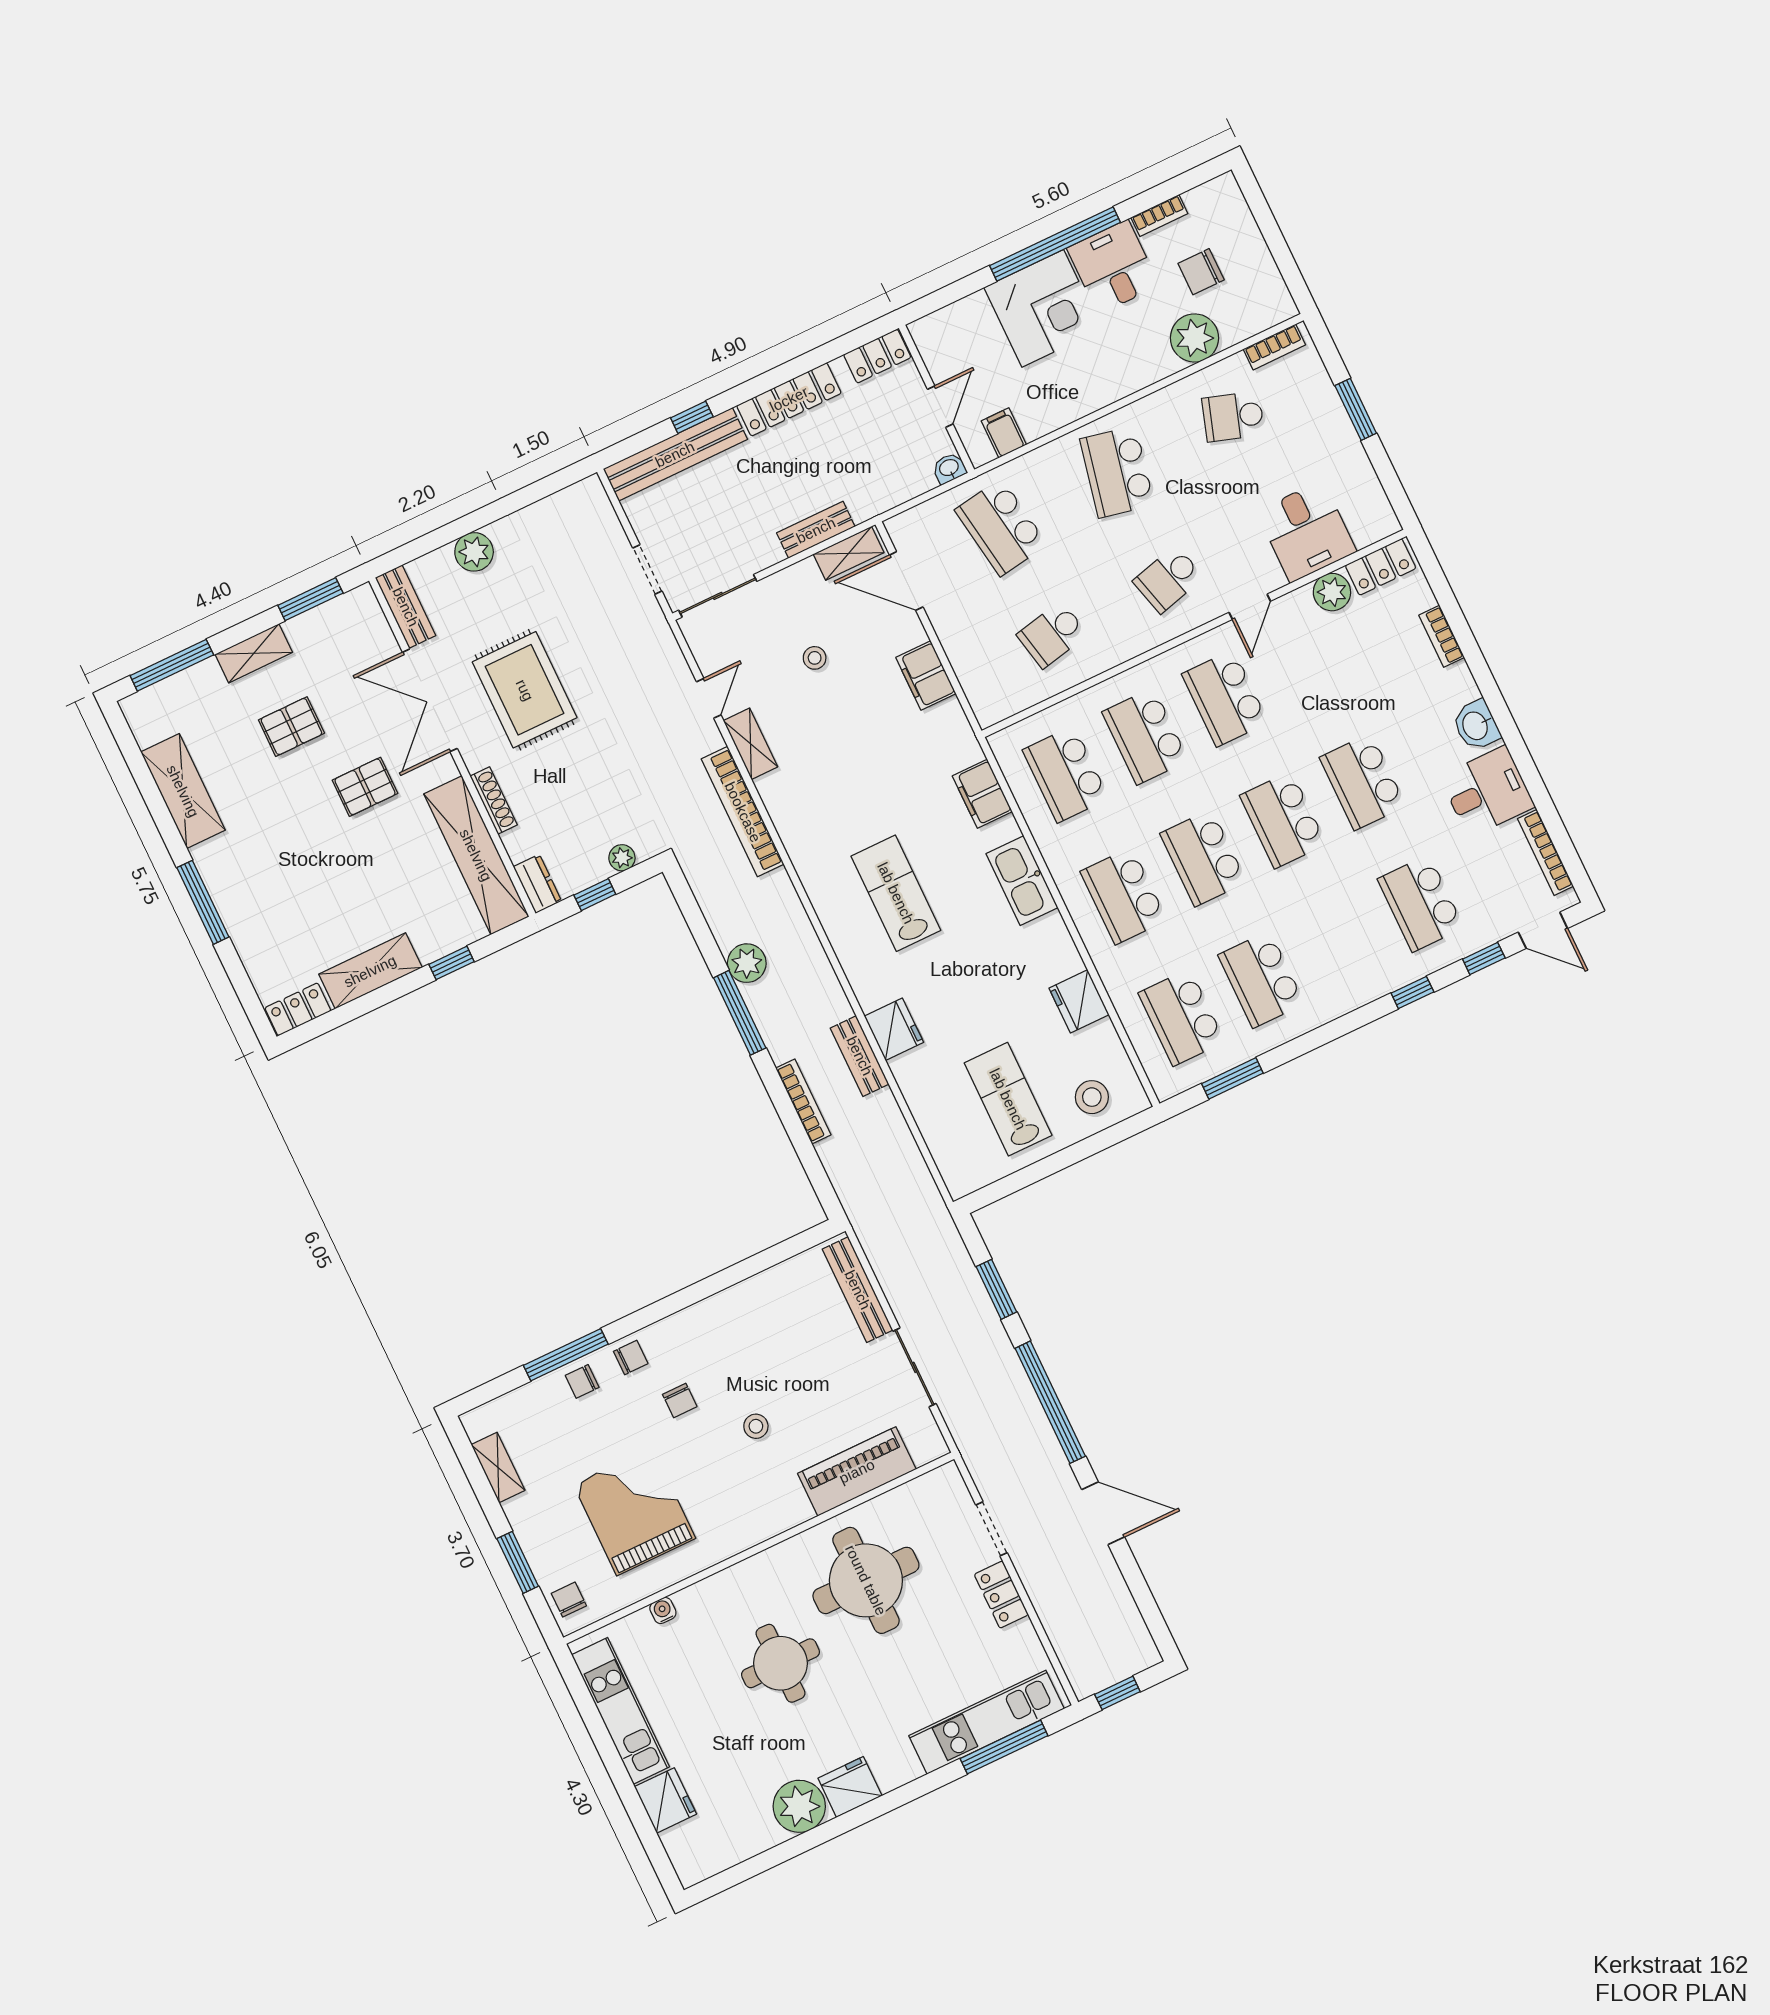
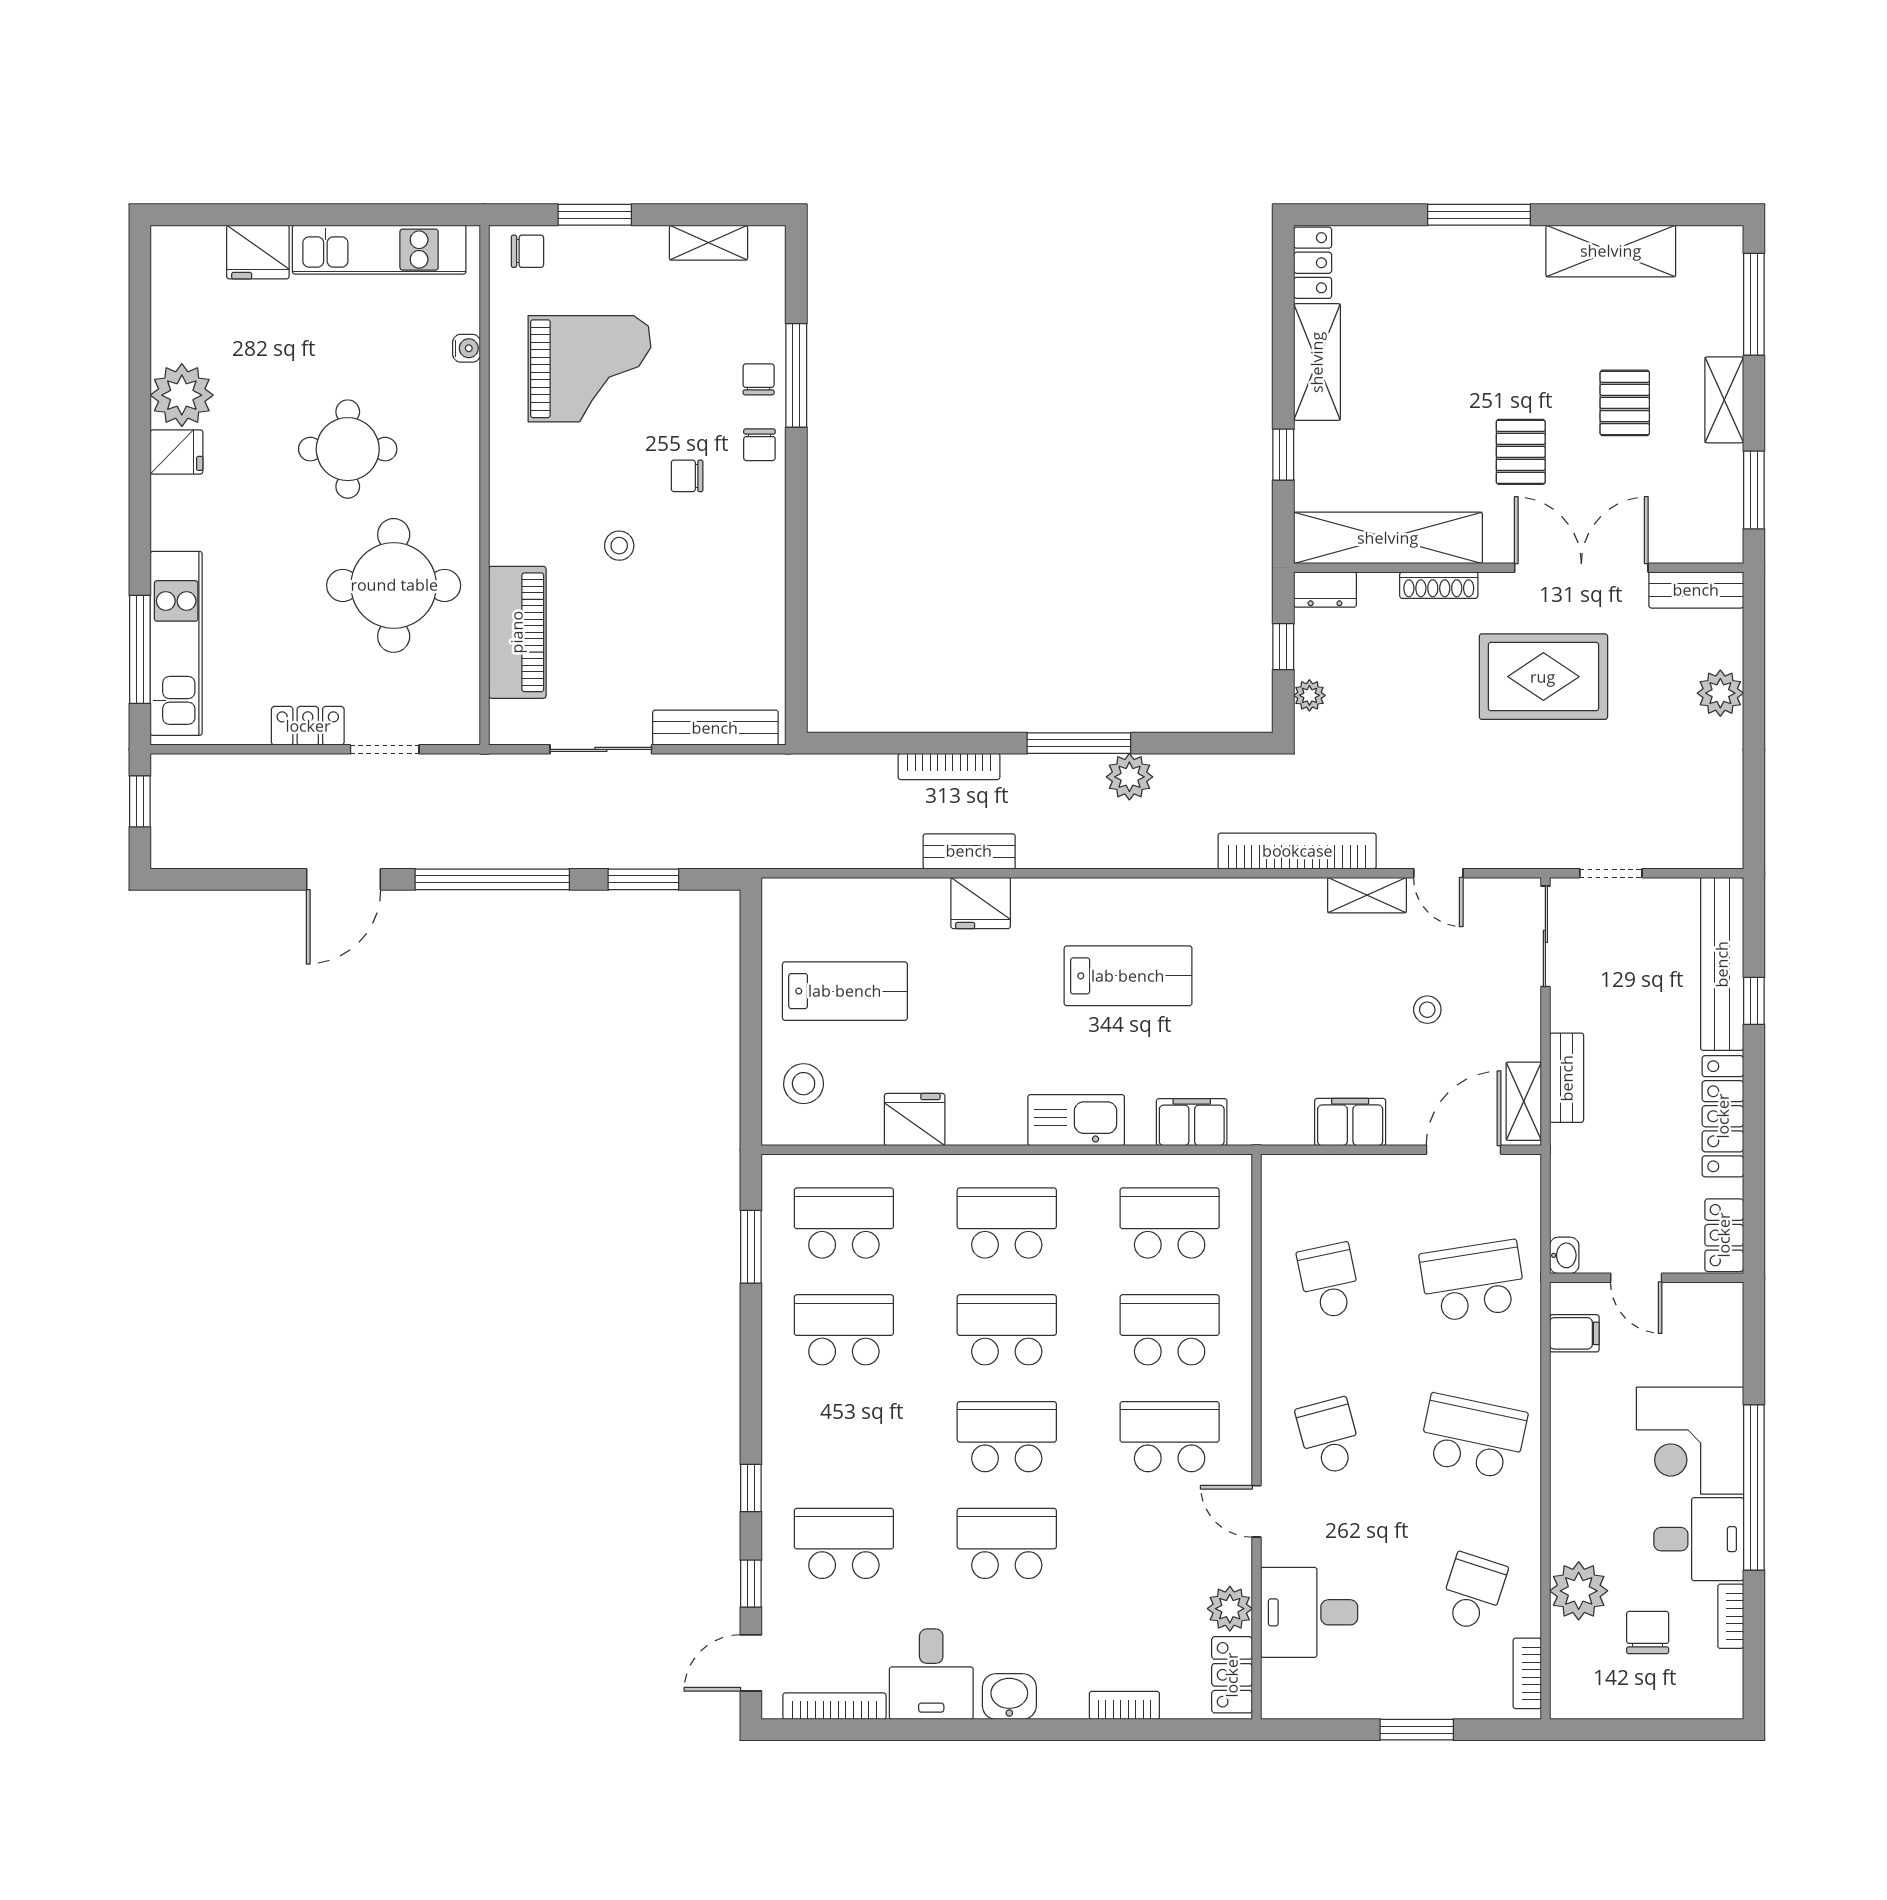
fridge: (850, 1787) -> (177, 452), width x0.72

